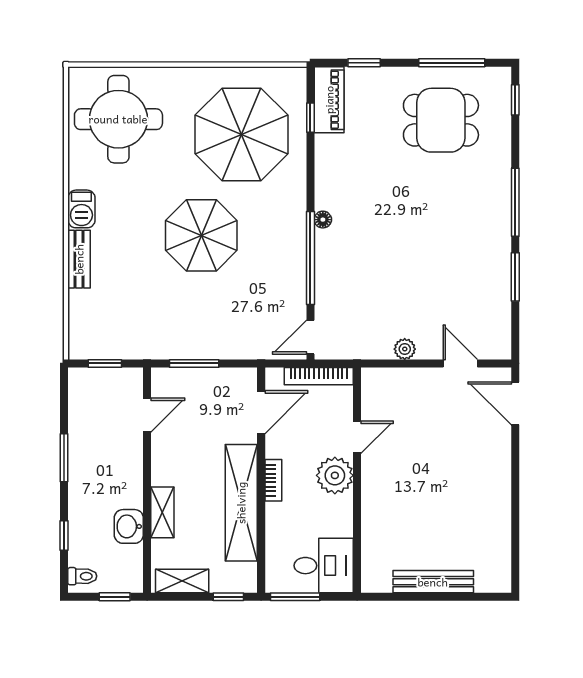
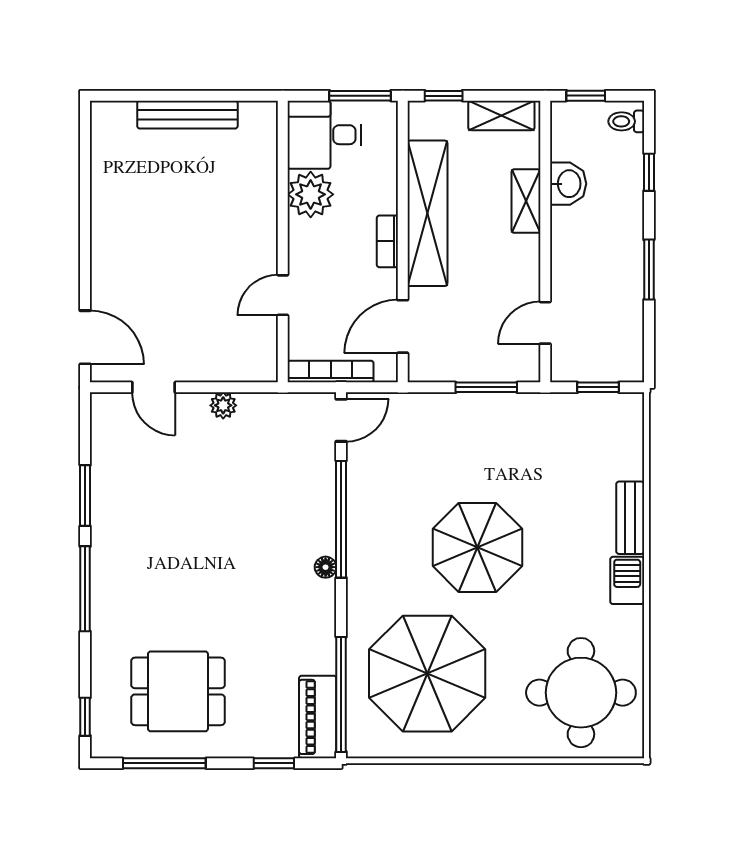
window: (310, 118) -> (341, 694), width x3.17
plant: (335, 475) -> (311, 194), moved

